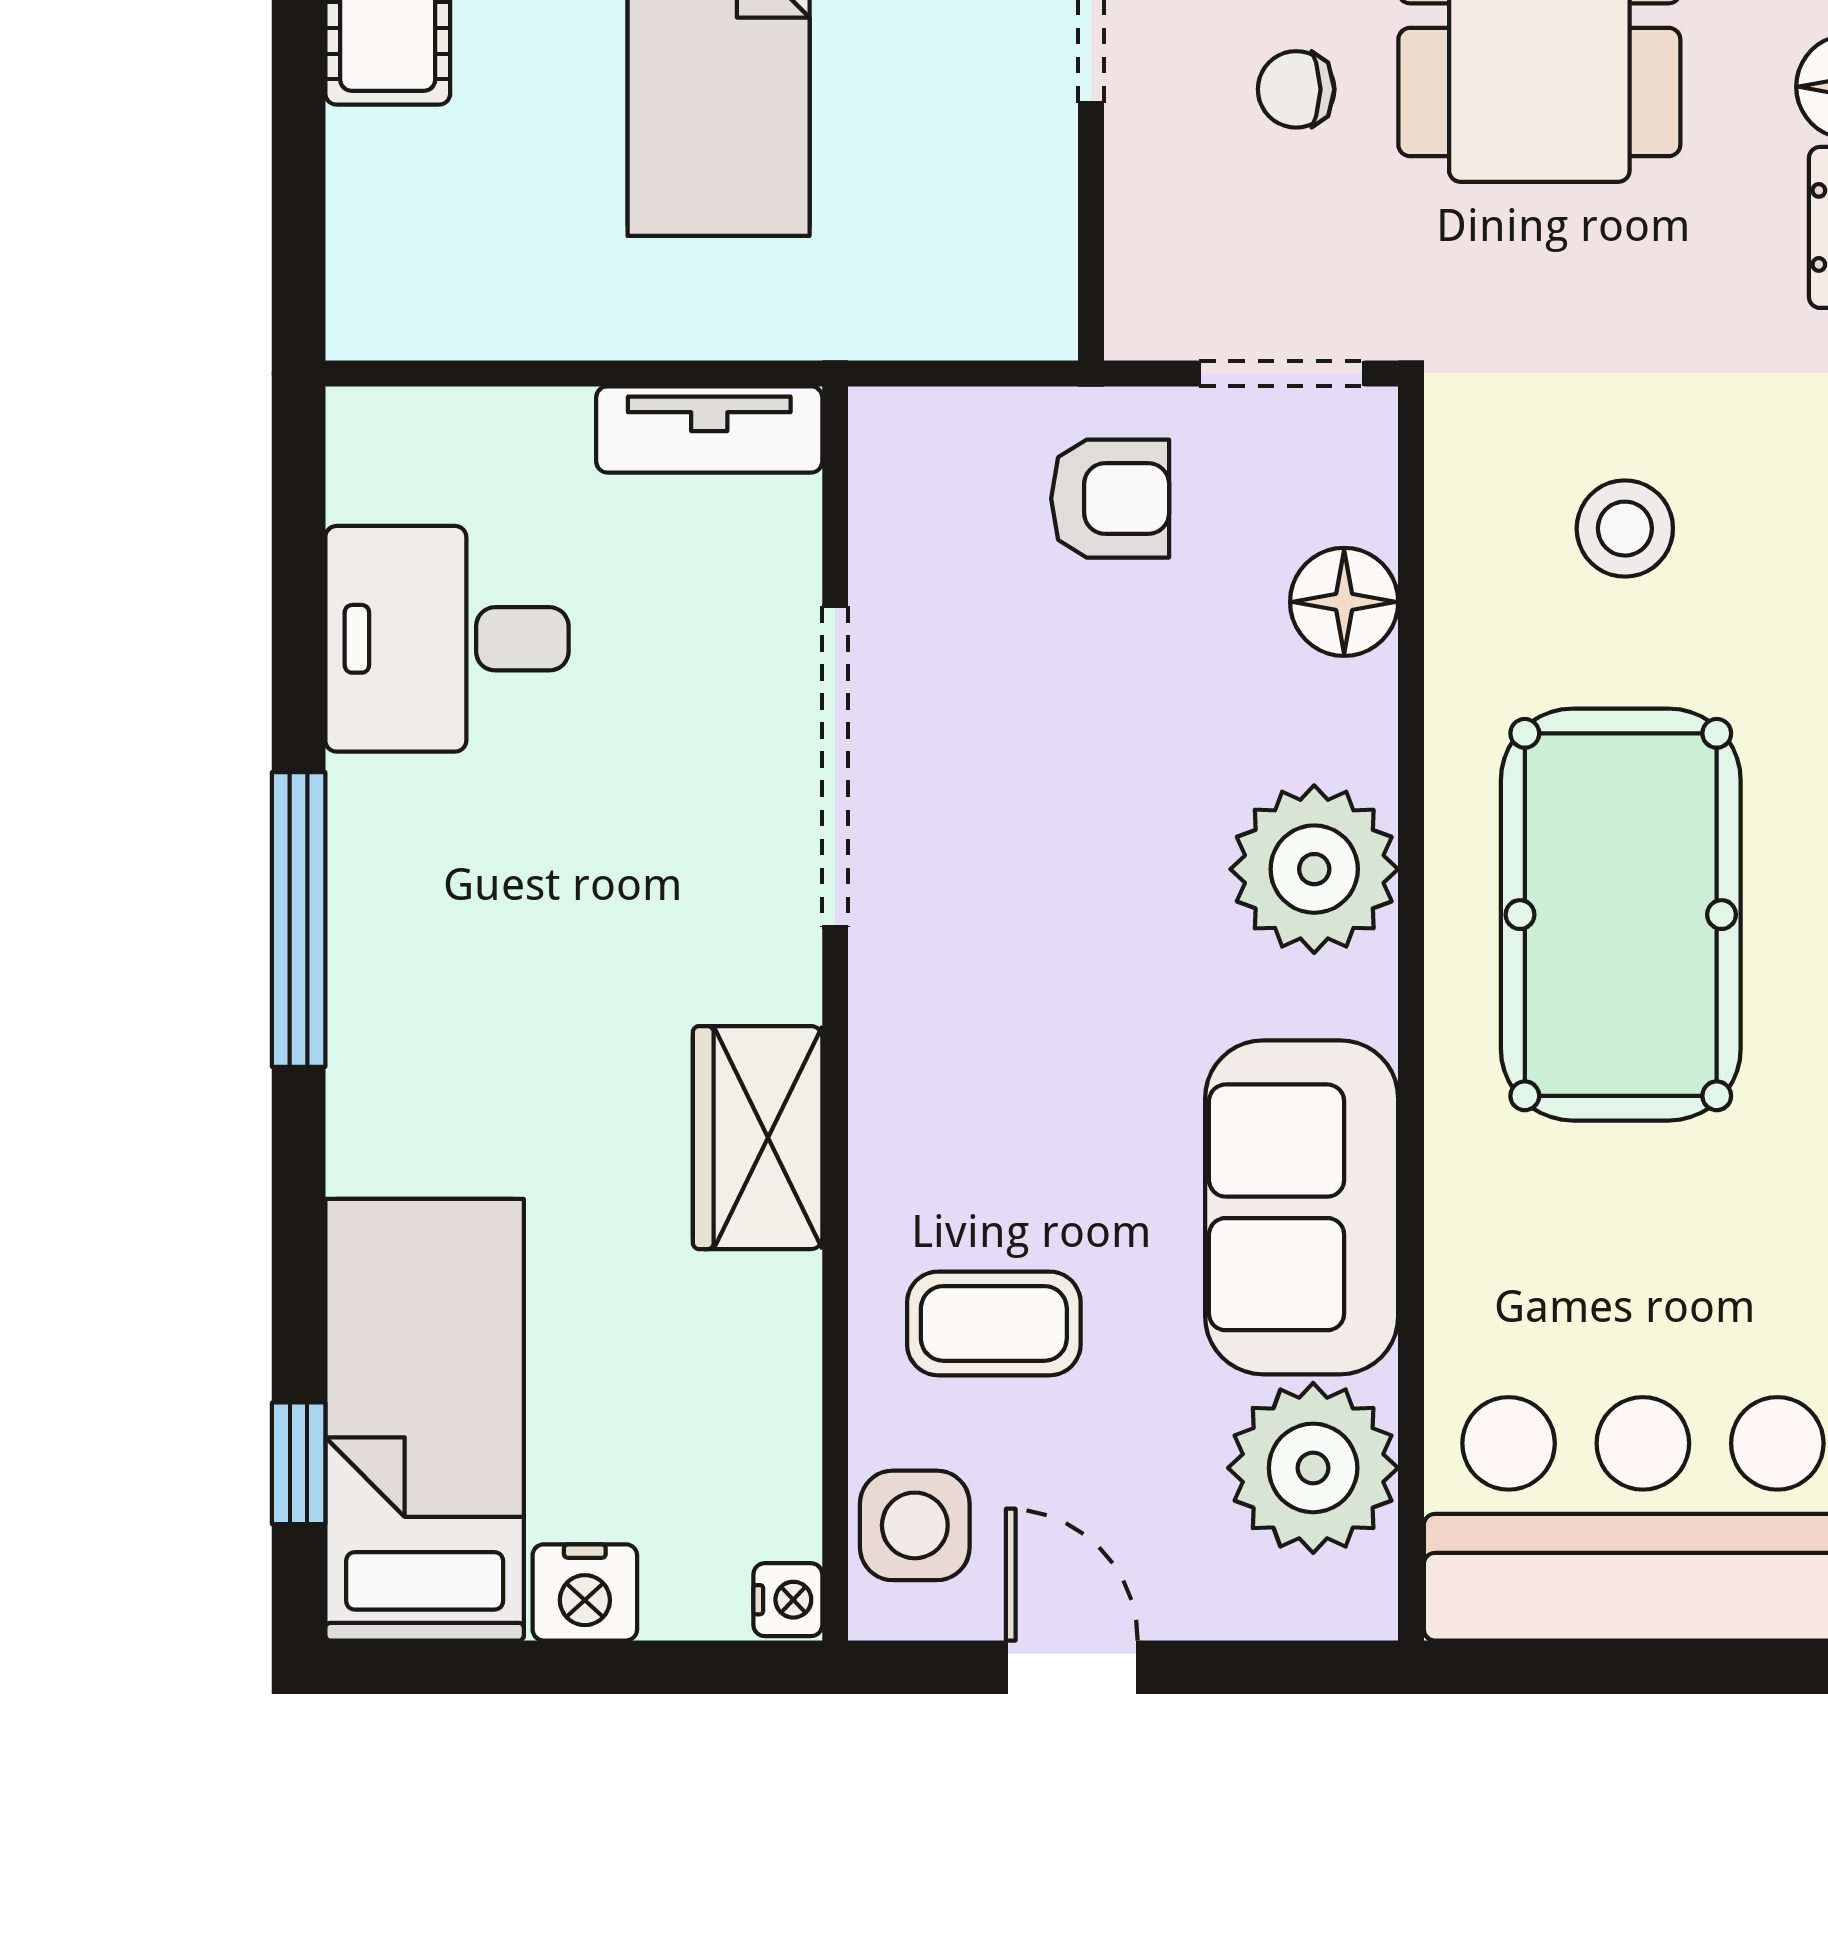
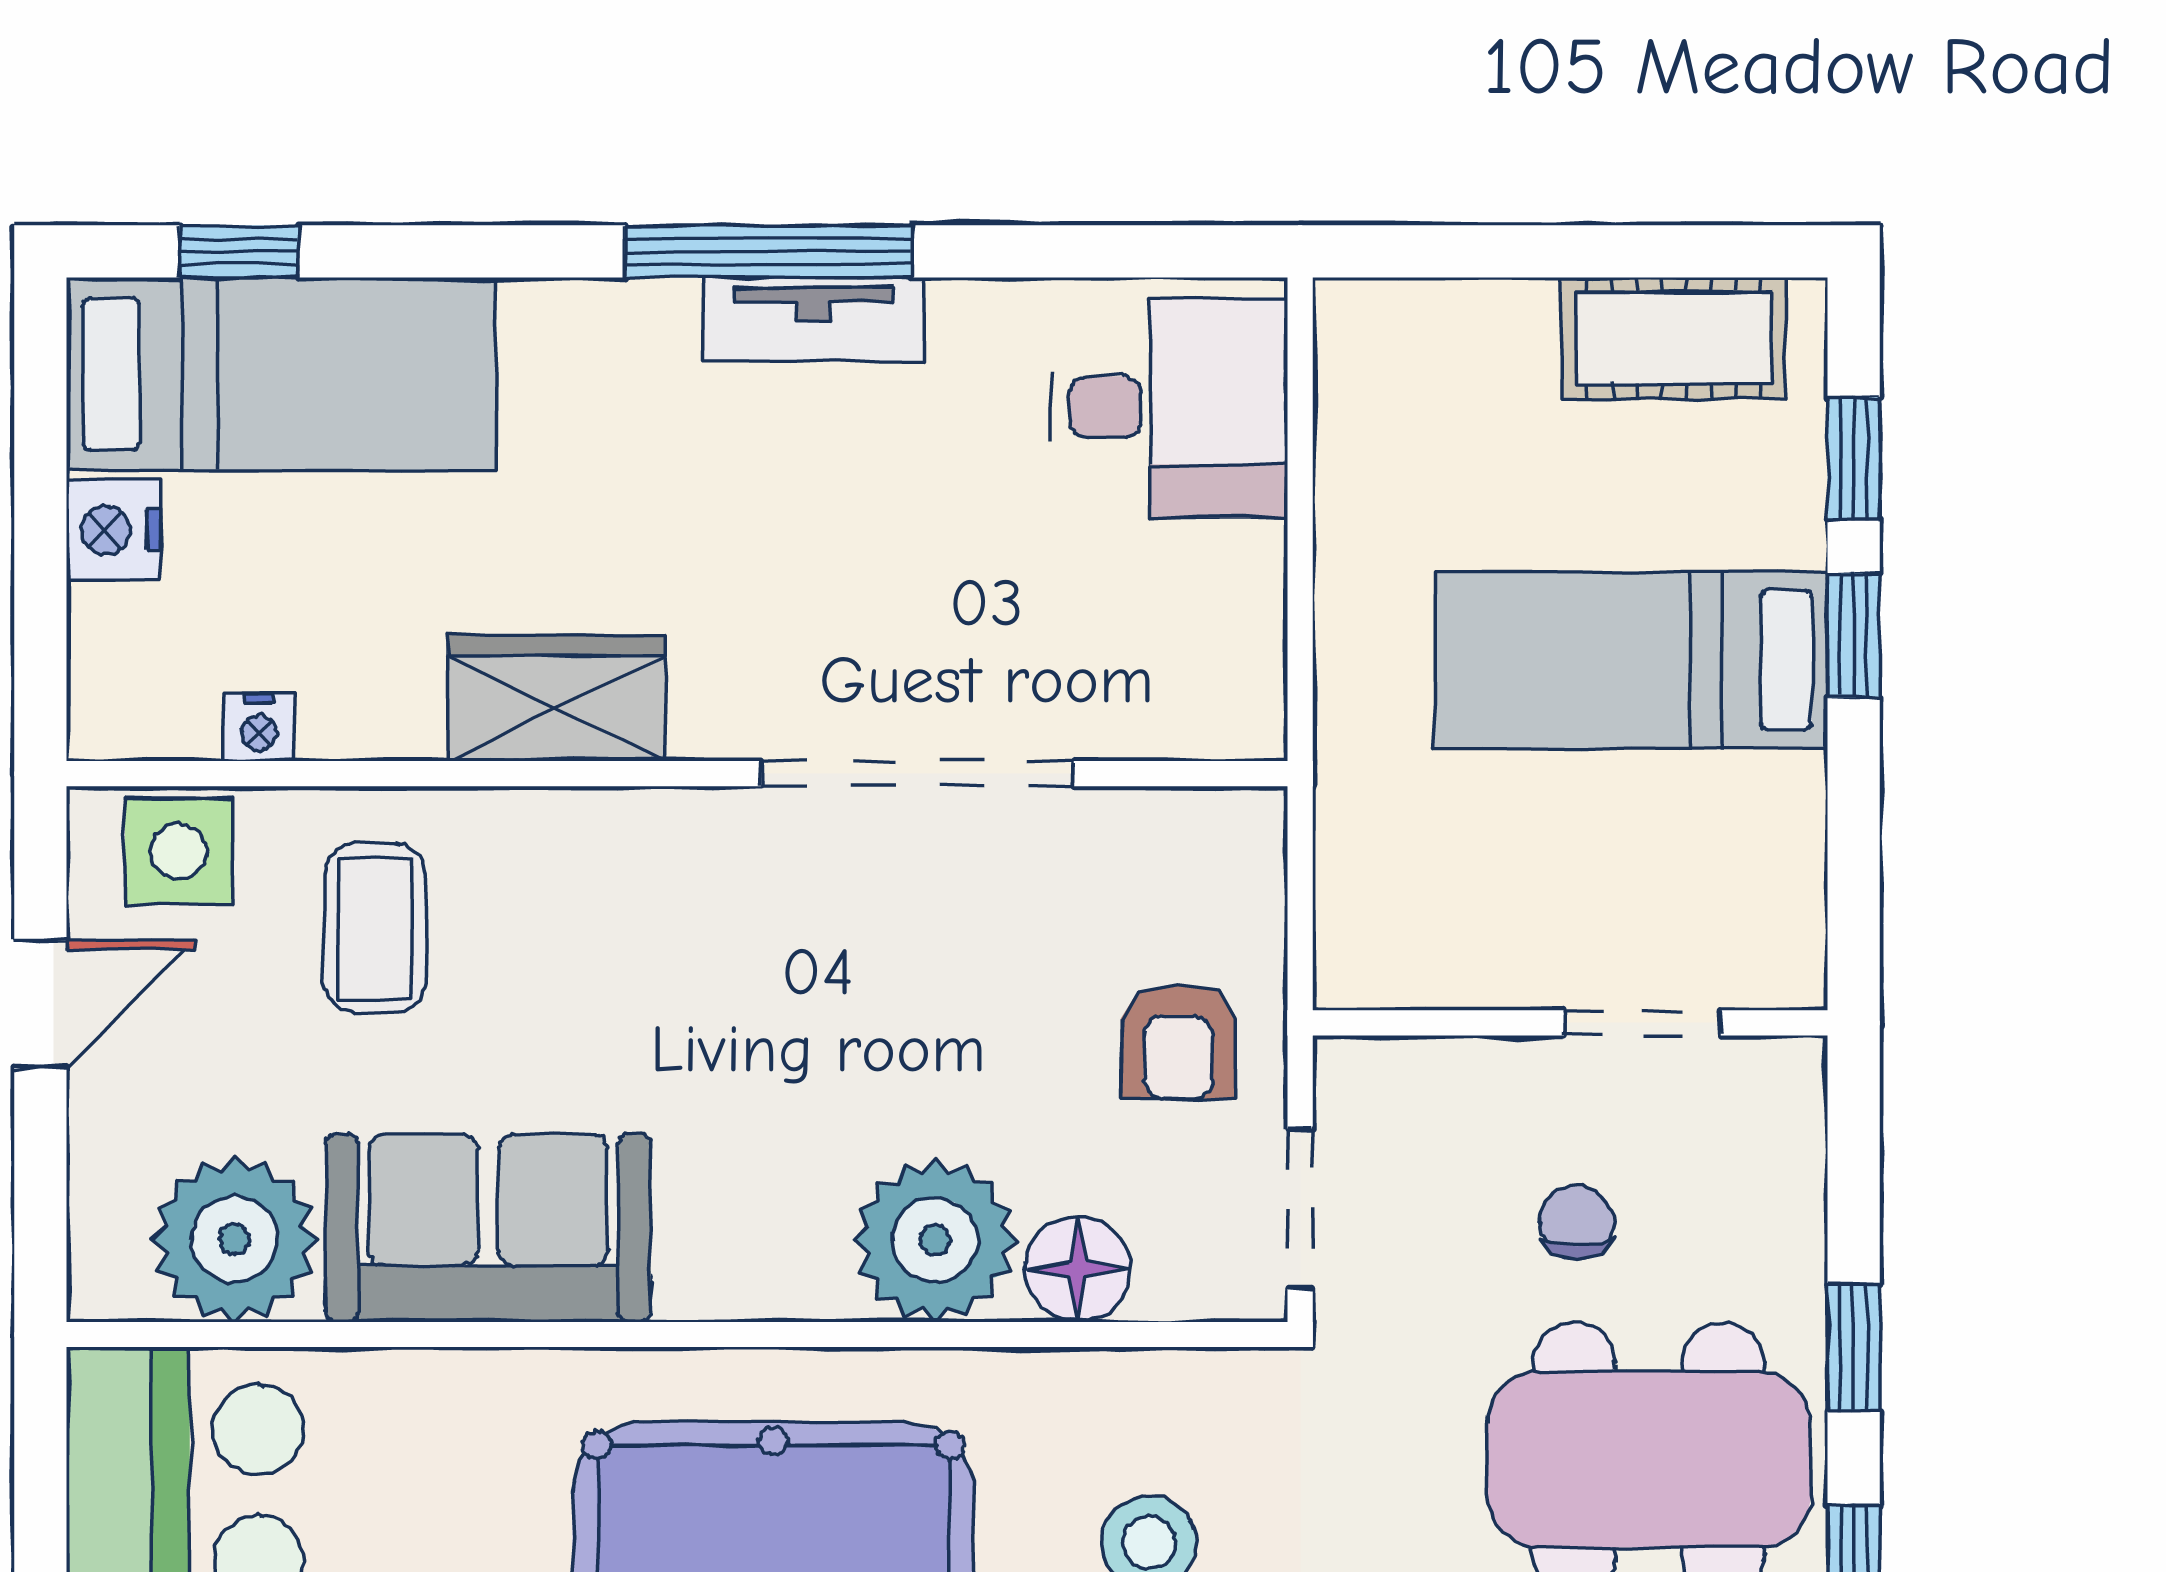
tv unit: (709, 429) -> (814, 319), moved, turned -90
desk: (447, 639) -> (1169, 407), moved, turned 90
plant: (1314, 869) -> (935, 1240), moved
nightstand: (788, 1600) -> (259, 728), moved

